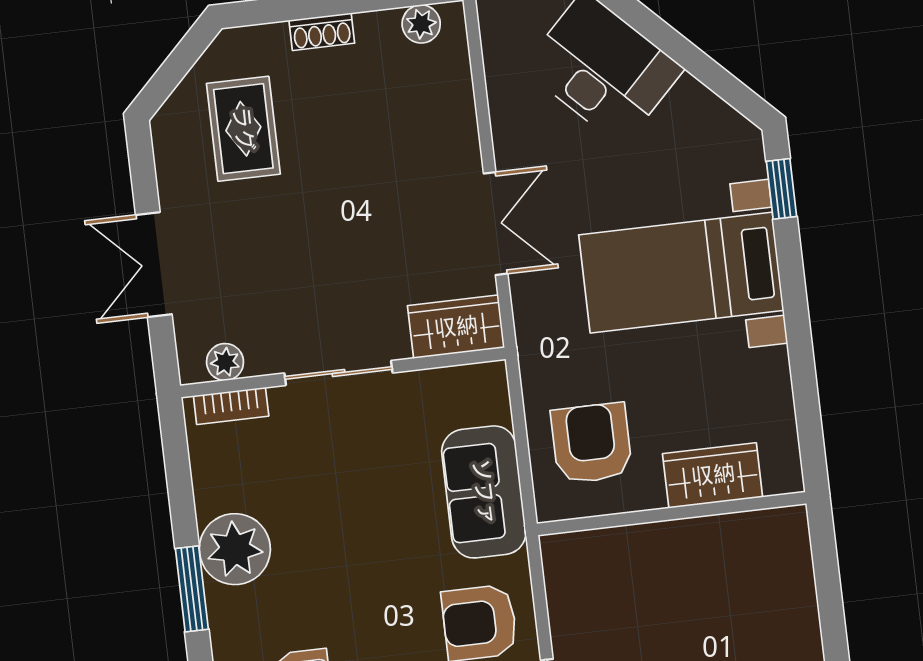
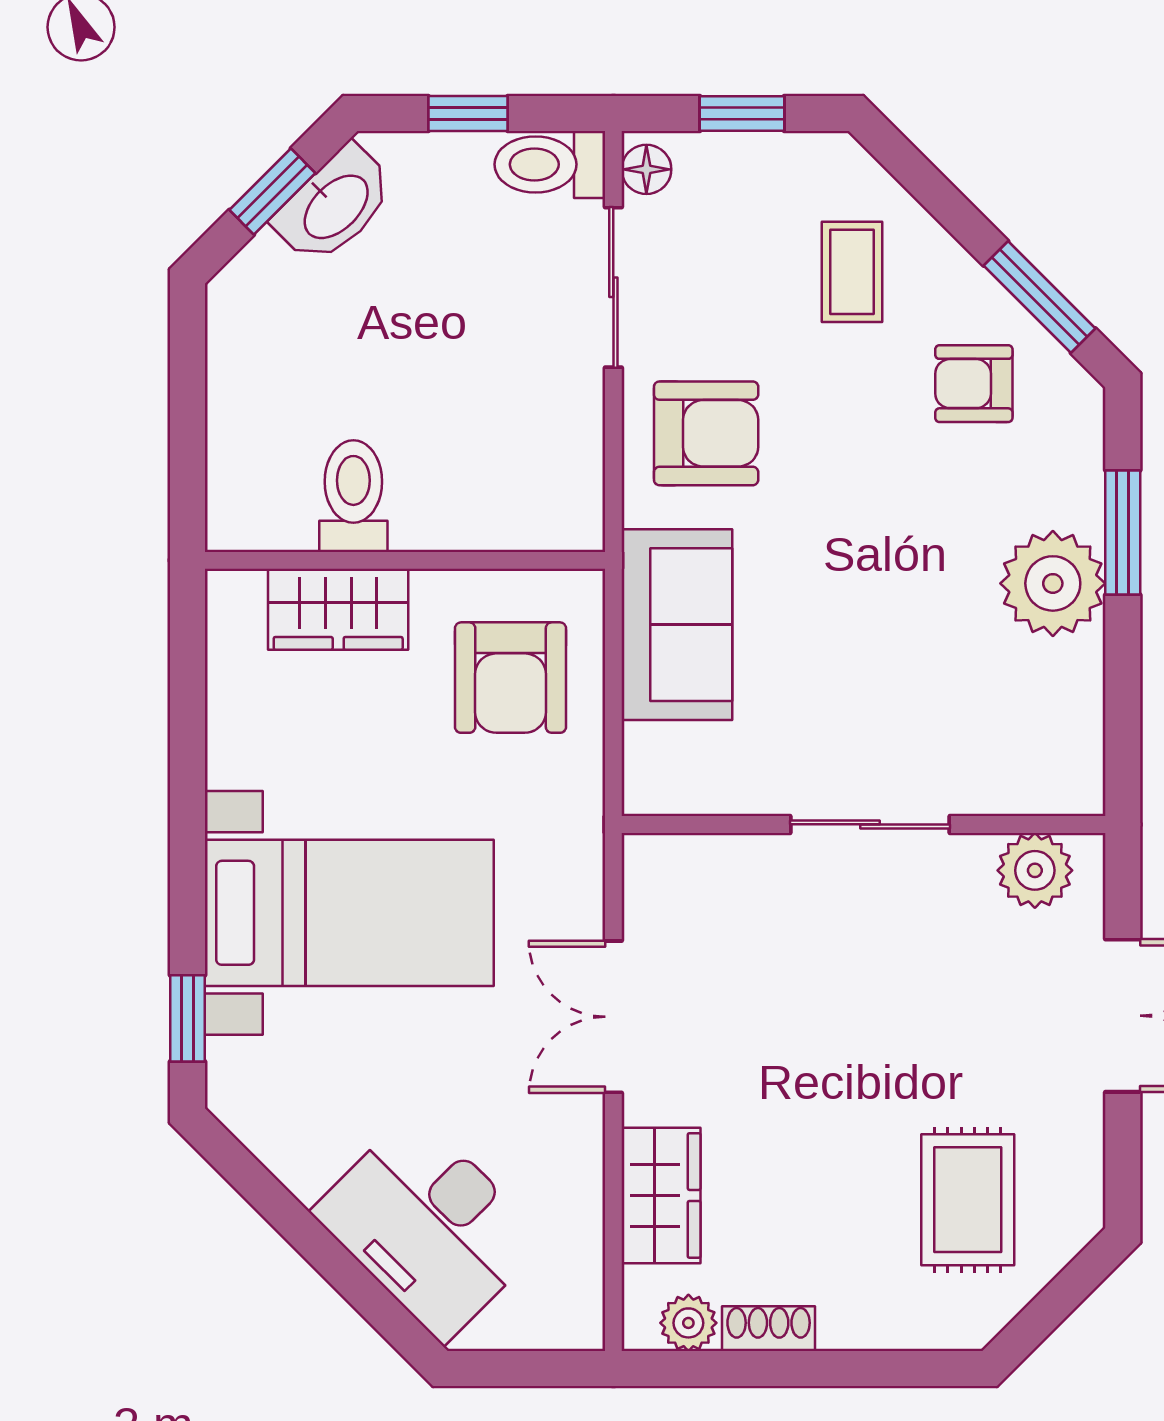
shoe rack: (322, 32) -> (769, 1329), moved
wardrobe: (456, 327) -> (661, 1195), moved, turned -90
plant: (225, 362) -> (1035, 870), width x1.38, depth x1.38
bookcase: (231, 406) -> (1034, 795), removed
toilet: (711, 553) -> (353, 496), added

